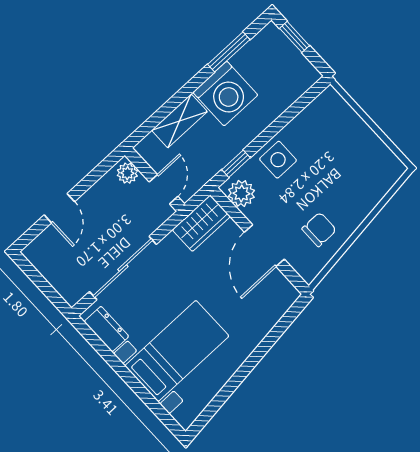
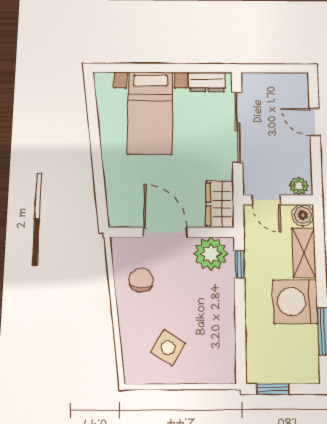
window: (295, 37) -> (273, 389), moved
boiler: (149, 149) -> (303, 215), added
side table: (278, 160) -> (168, 348), moved, turned 32
plant: (241, 193) -> (211, 254), width x1.36, depth x1.36
chair: (319, 229) -> (141, 280), turned 180

